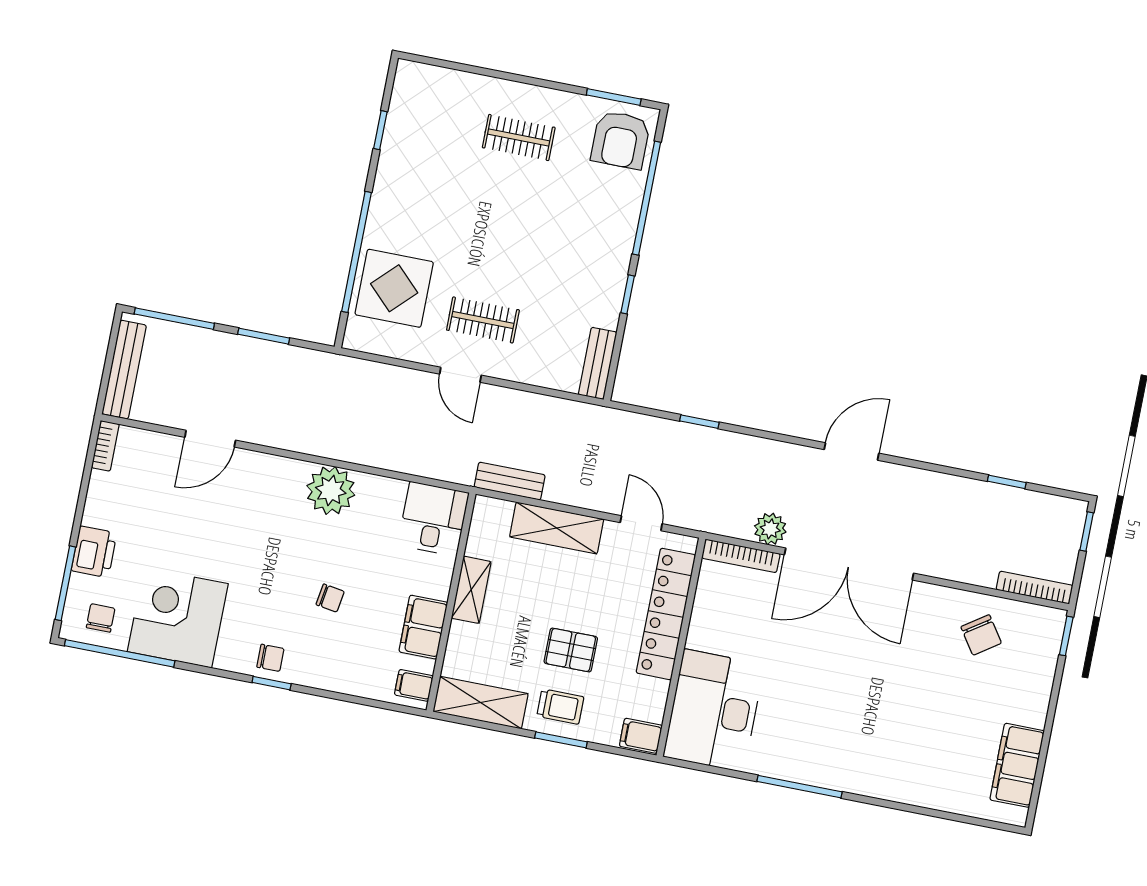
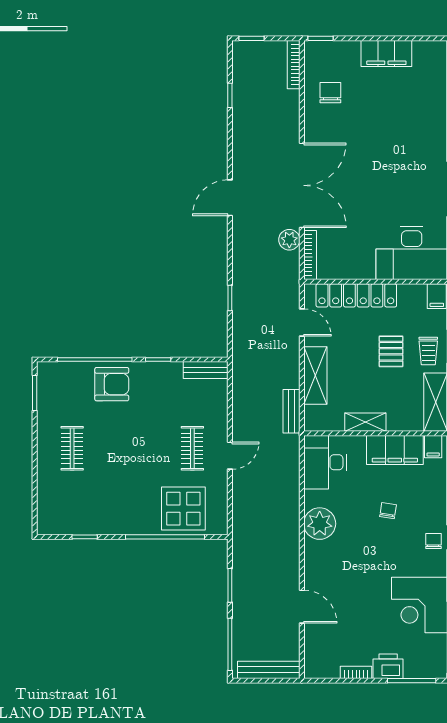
armchair: (621, 140) -> (112, 384), moved
bookcase: (105, 446) -> (356, 672), moved
door: (852, 451) -> (230, 198), hinge flipped
desk: (433, 519) -> (325, 462), width x1.37
door: (641, 523) -> (302, 322), swing flipped
chair: (101, 618) -> (429, 654), removed
filing cabinet: (423, 627) -> (395, 450), width x1.50, depth x1.17
chair: (981, 635) -> (330, 93), turned -56
trolley: (560, 707) -> (428, 351), turned 180
filing cabinet: (1017, 765) -> (386, 54), moved

